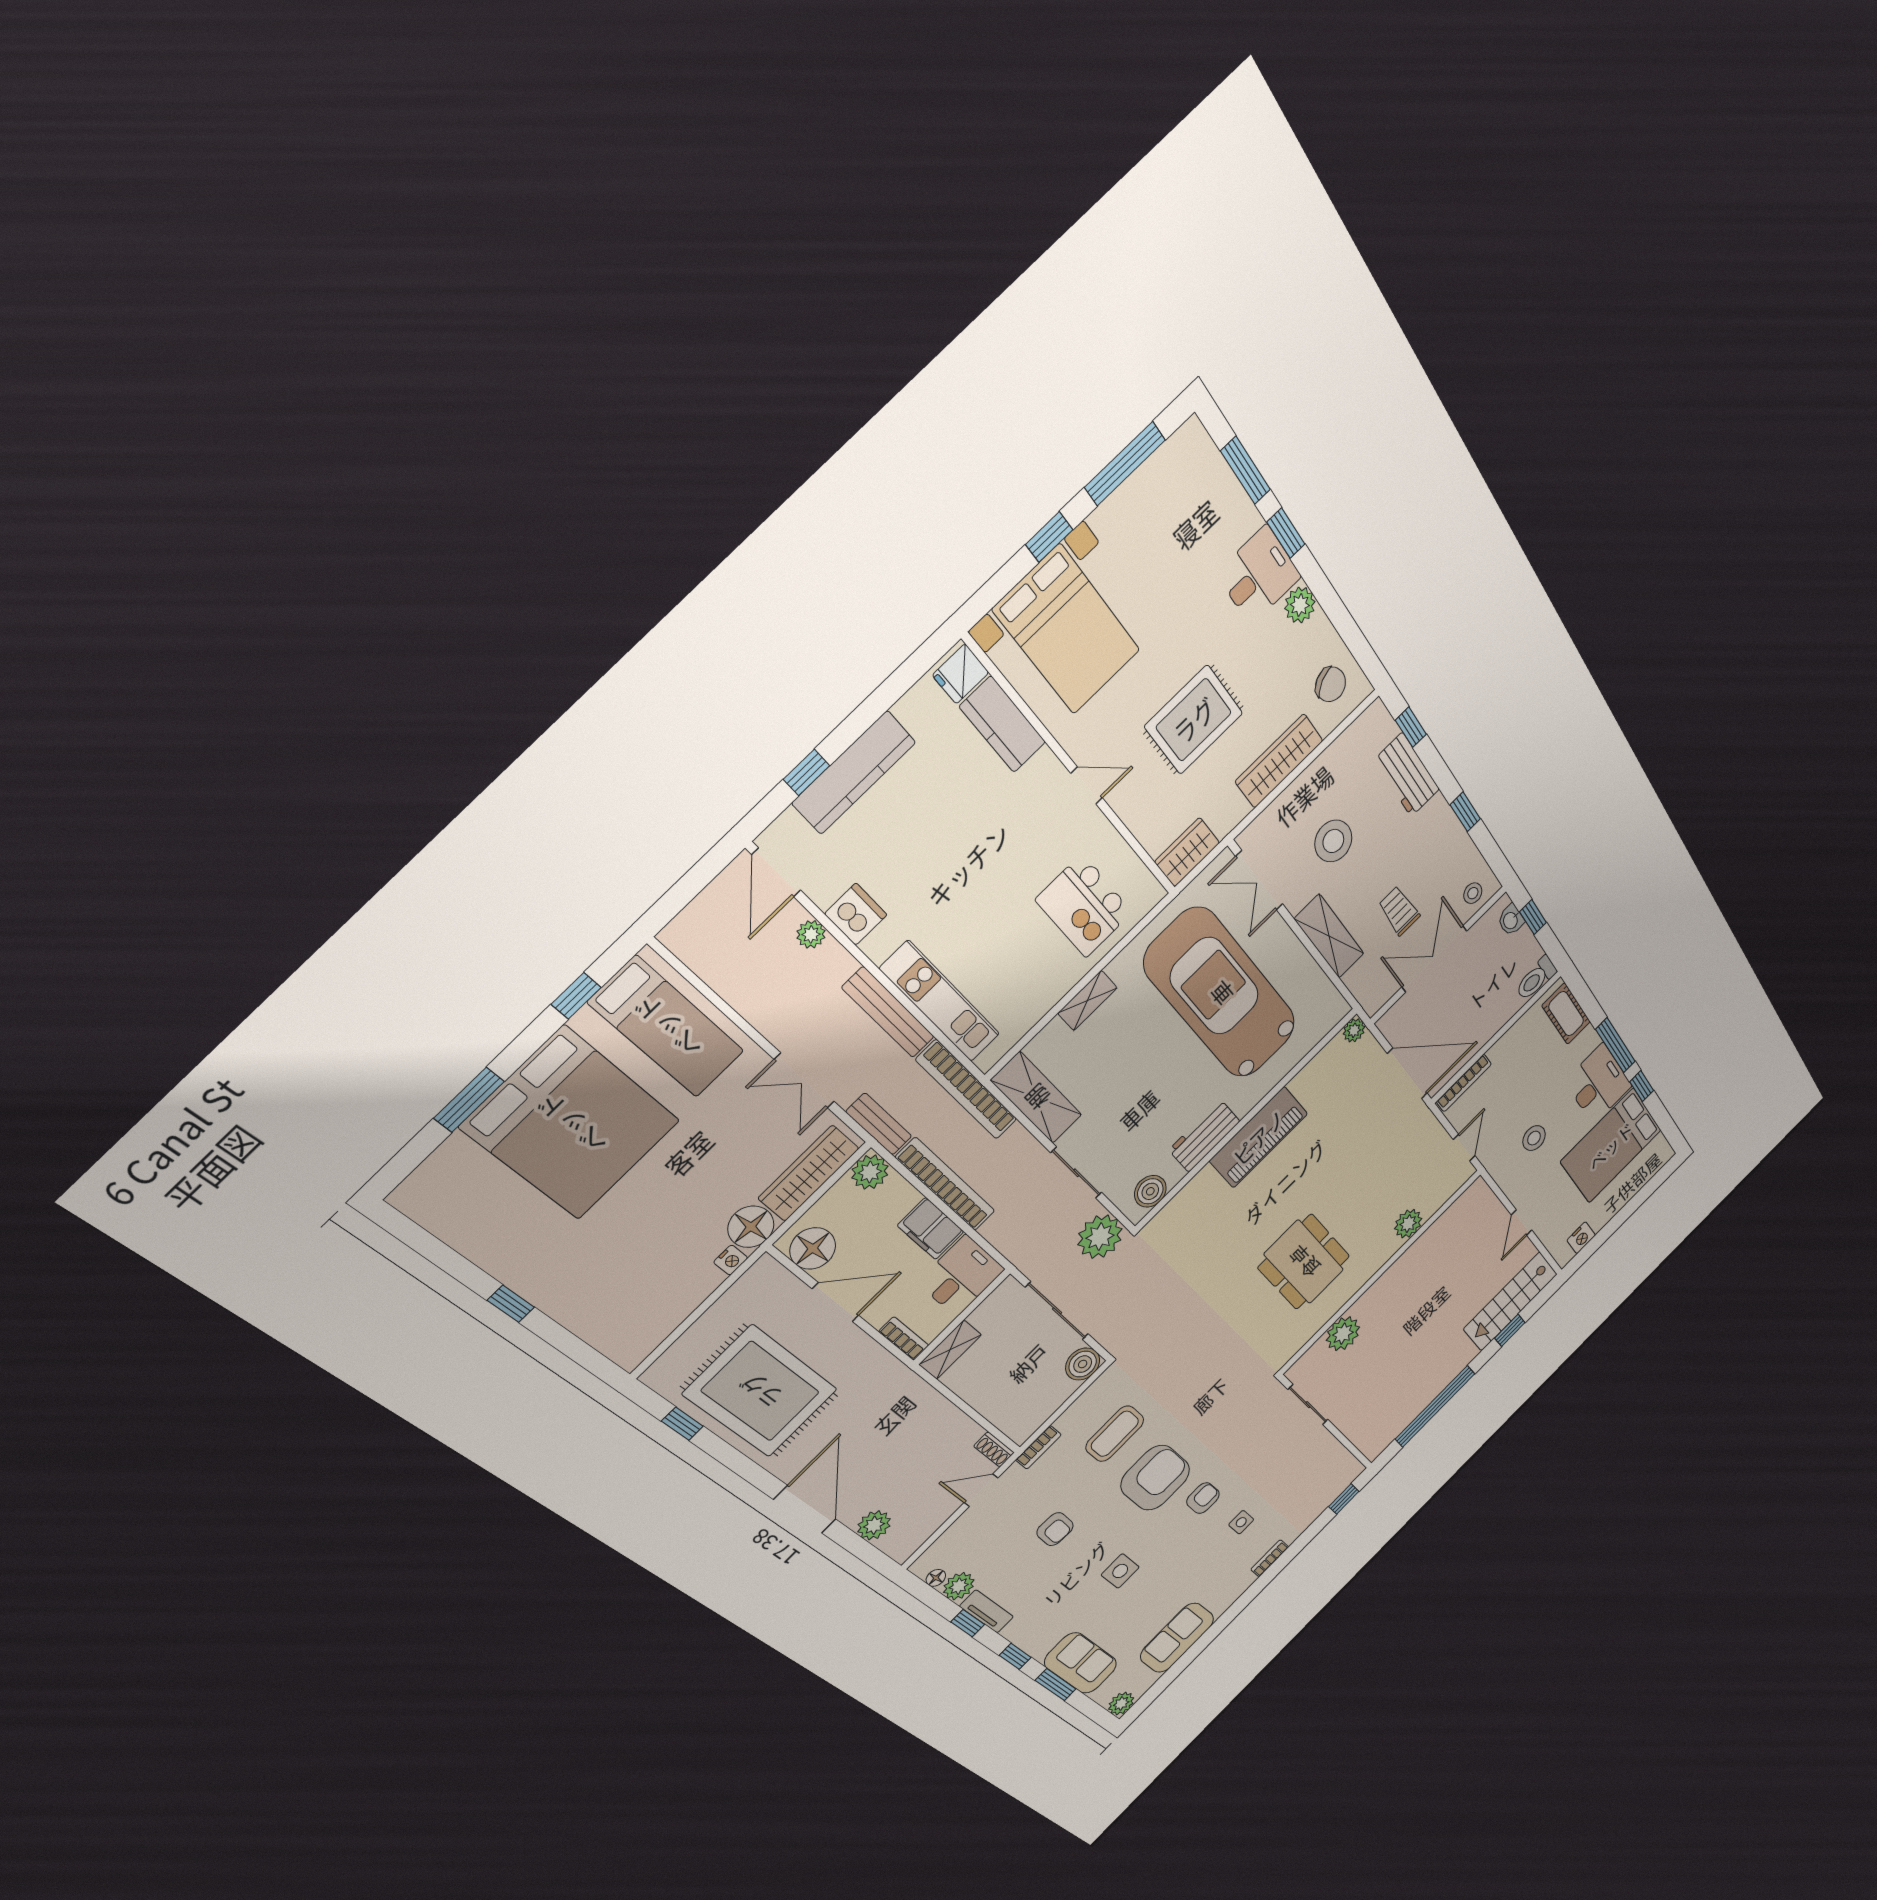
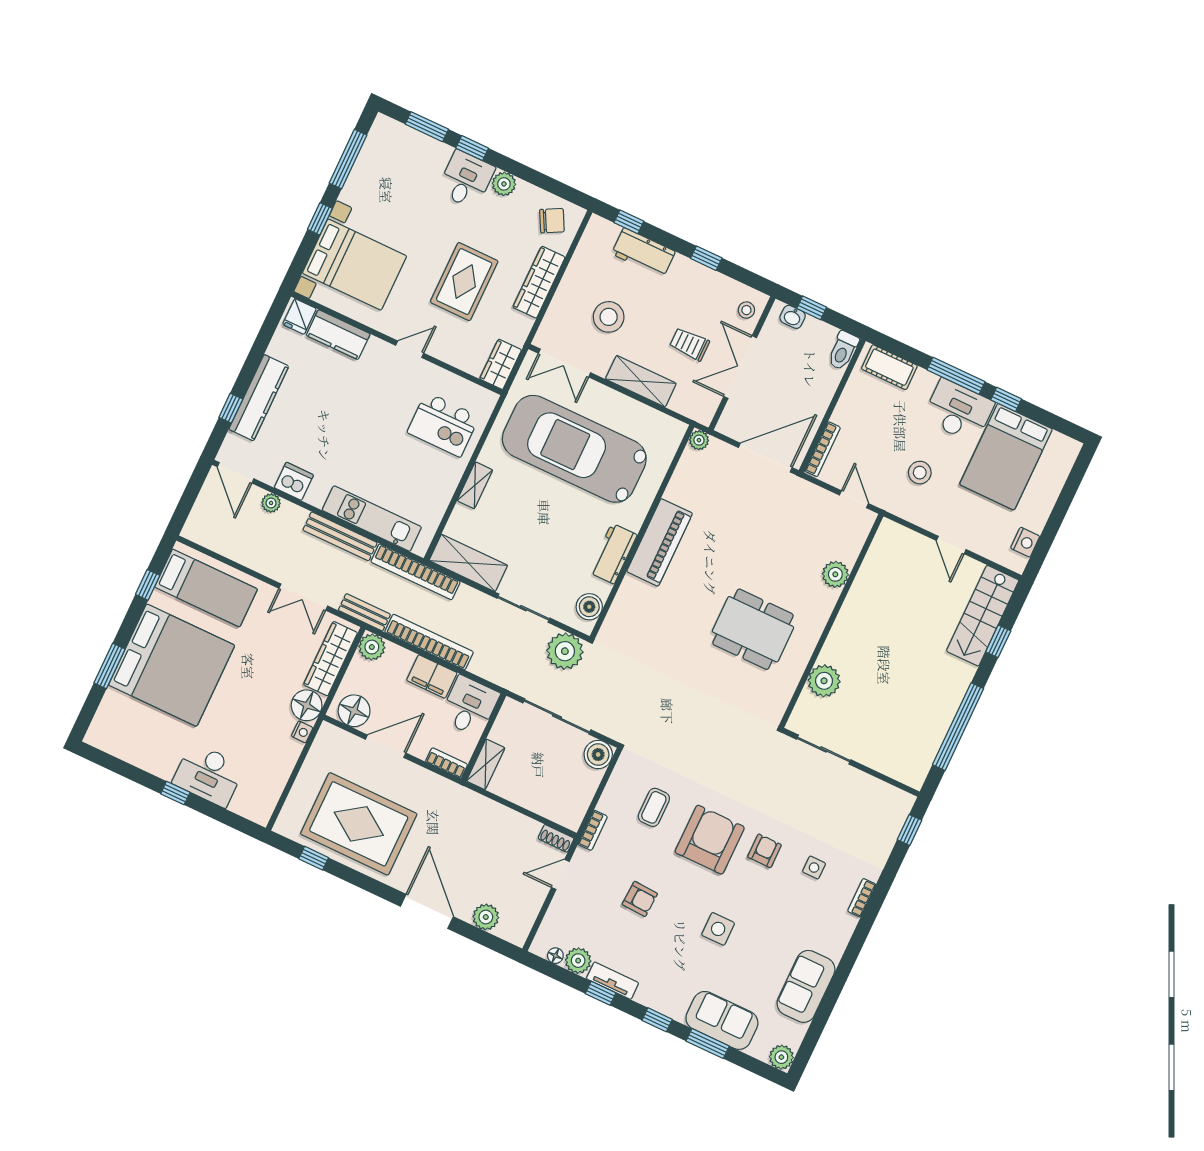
desk: (572, 1289) -> (208, 775), added
coffee table: (1115, 1434) -> (654, 807), width x0.73, depth x0.77

